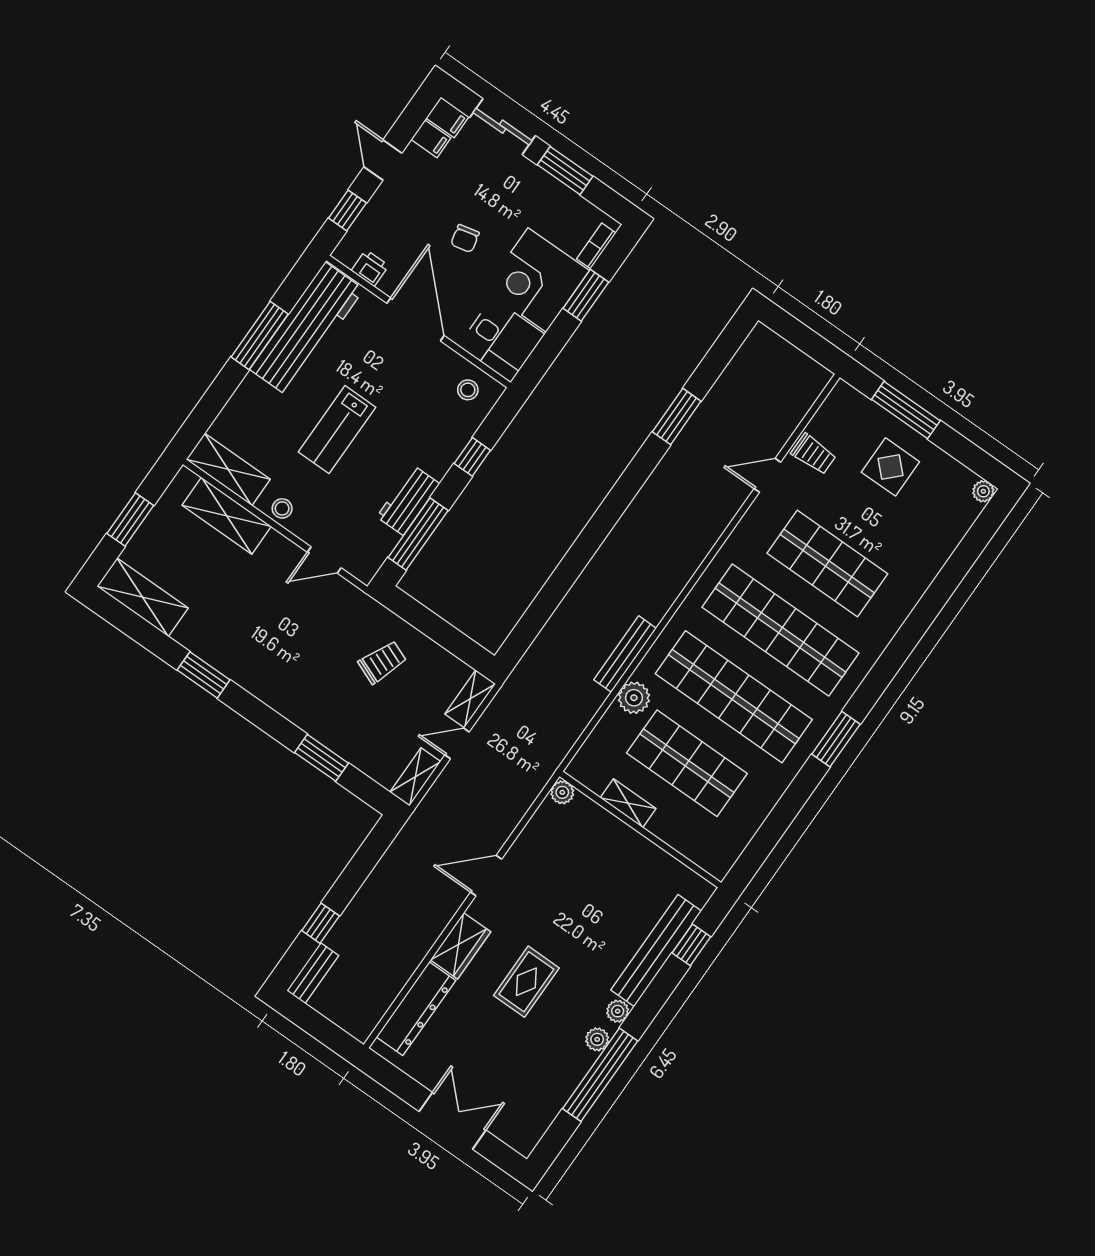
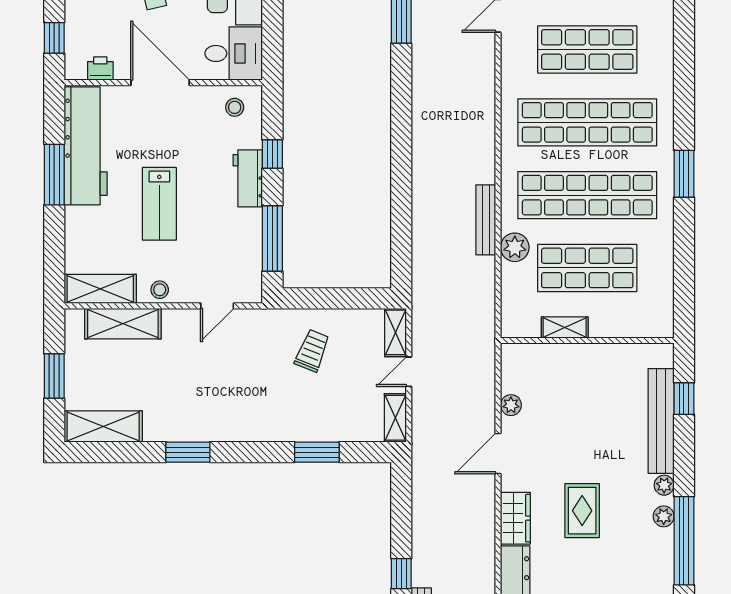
workbench: (408, 500) -> (248, 178), moved
plant: (562, 792) -> (511, 405), moved

